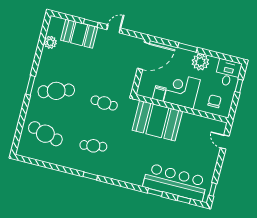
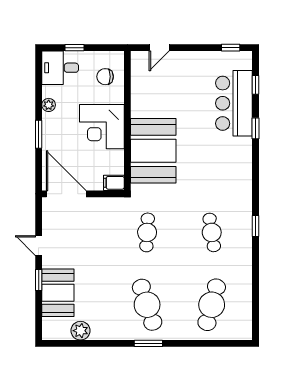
plant: (200, 62) -> (49, 105), width x0.53, depth x0.53
filing cabinet: (159, 93) -> (114, 183), moved
bar counter: (175, 182) -> (234, 103), width x0.73

